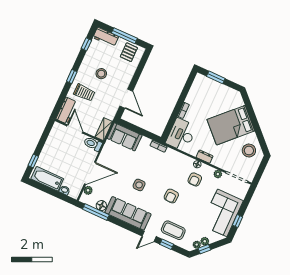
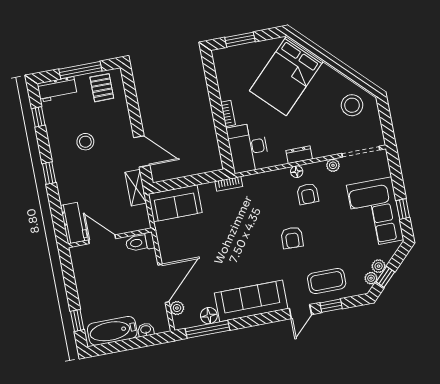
trolley: (84, 93) -> (81, 183), removed
bed: (231, 125) -> (286, 76), moved
shelving: (104, 129) -> (136, 188), moved
side table: (139, 185) -> (239, 253), removed

